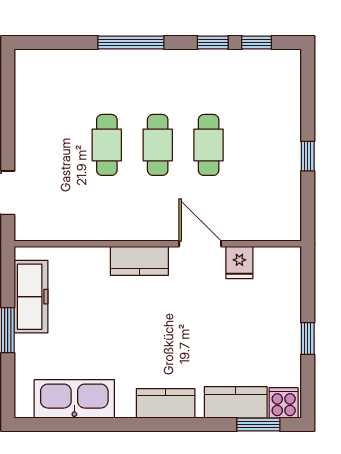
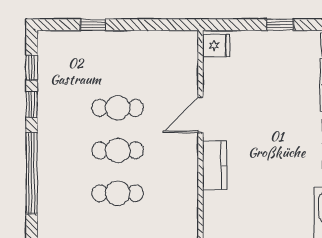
window: (131, 42) -> (32, 173), width x1.46
window: (308, 156) -> (93, 25), moved
fridge: (239, 262) -> (216, 46), moved

